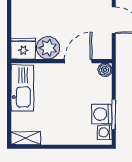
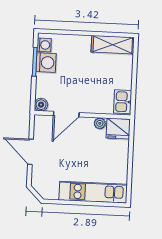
plant: (48, 48) -> (100, 123), width x0.53, depth x0.53
kitchen sink: (22, 88) -> (123, 102), width x0.53, depth x0.81
shelving: (26, 138) -> (113, 45), width x1.50, depth x1.33

